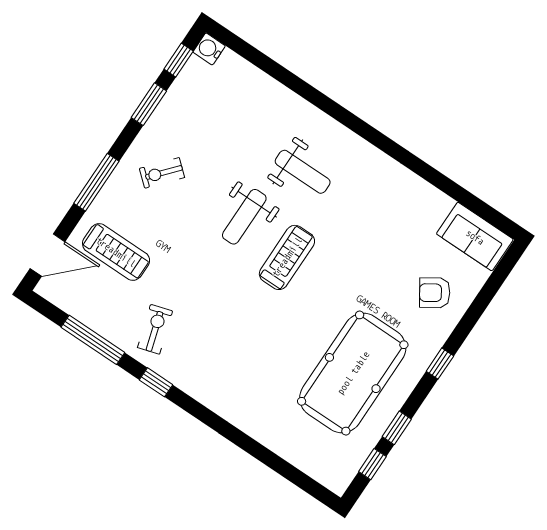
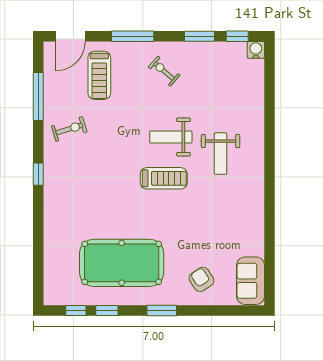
door: (47, 255) -> (70, 36), hinge flipped
window: (440, 364) -> (162, 311), width x1.50
window: (156, 382) -> (38, 174), moved

